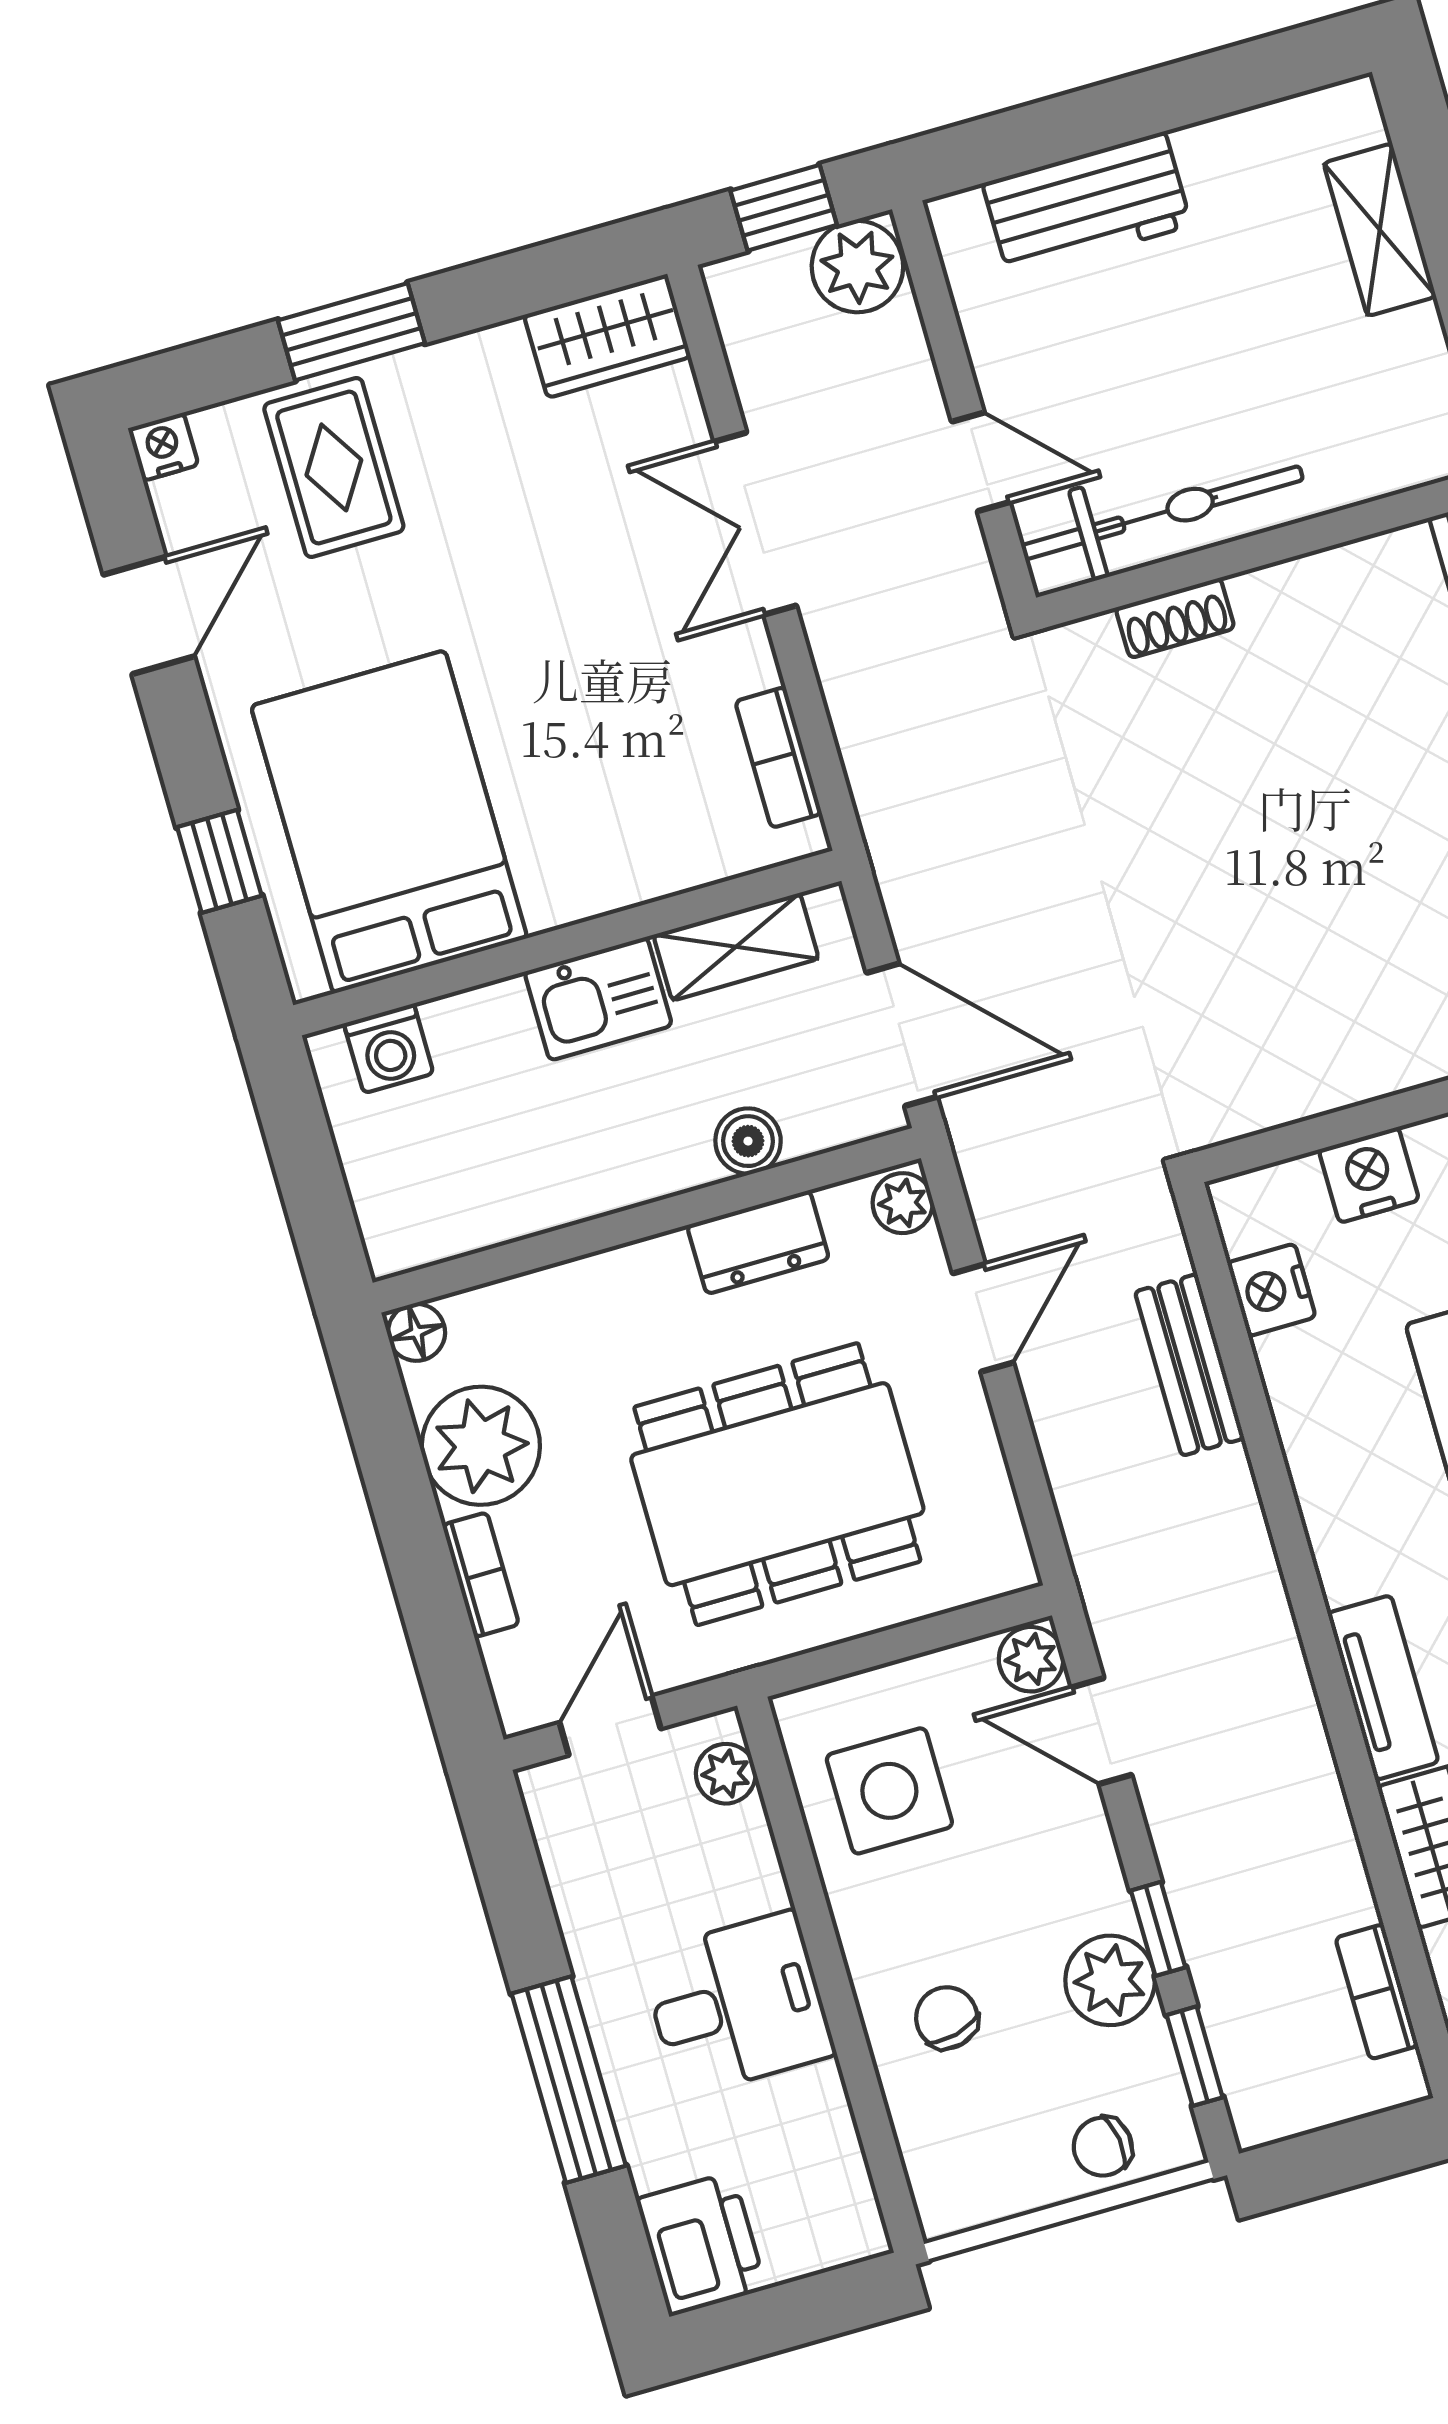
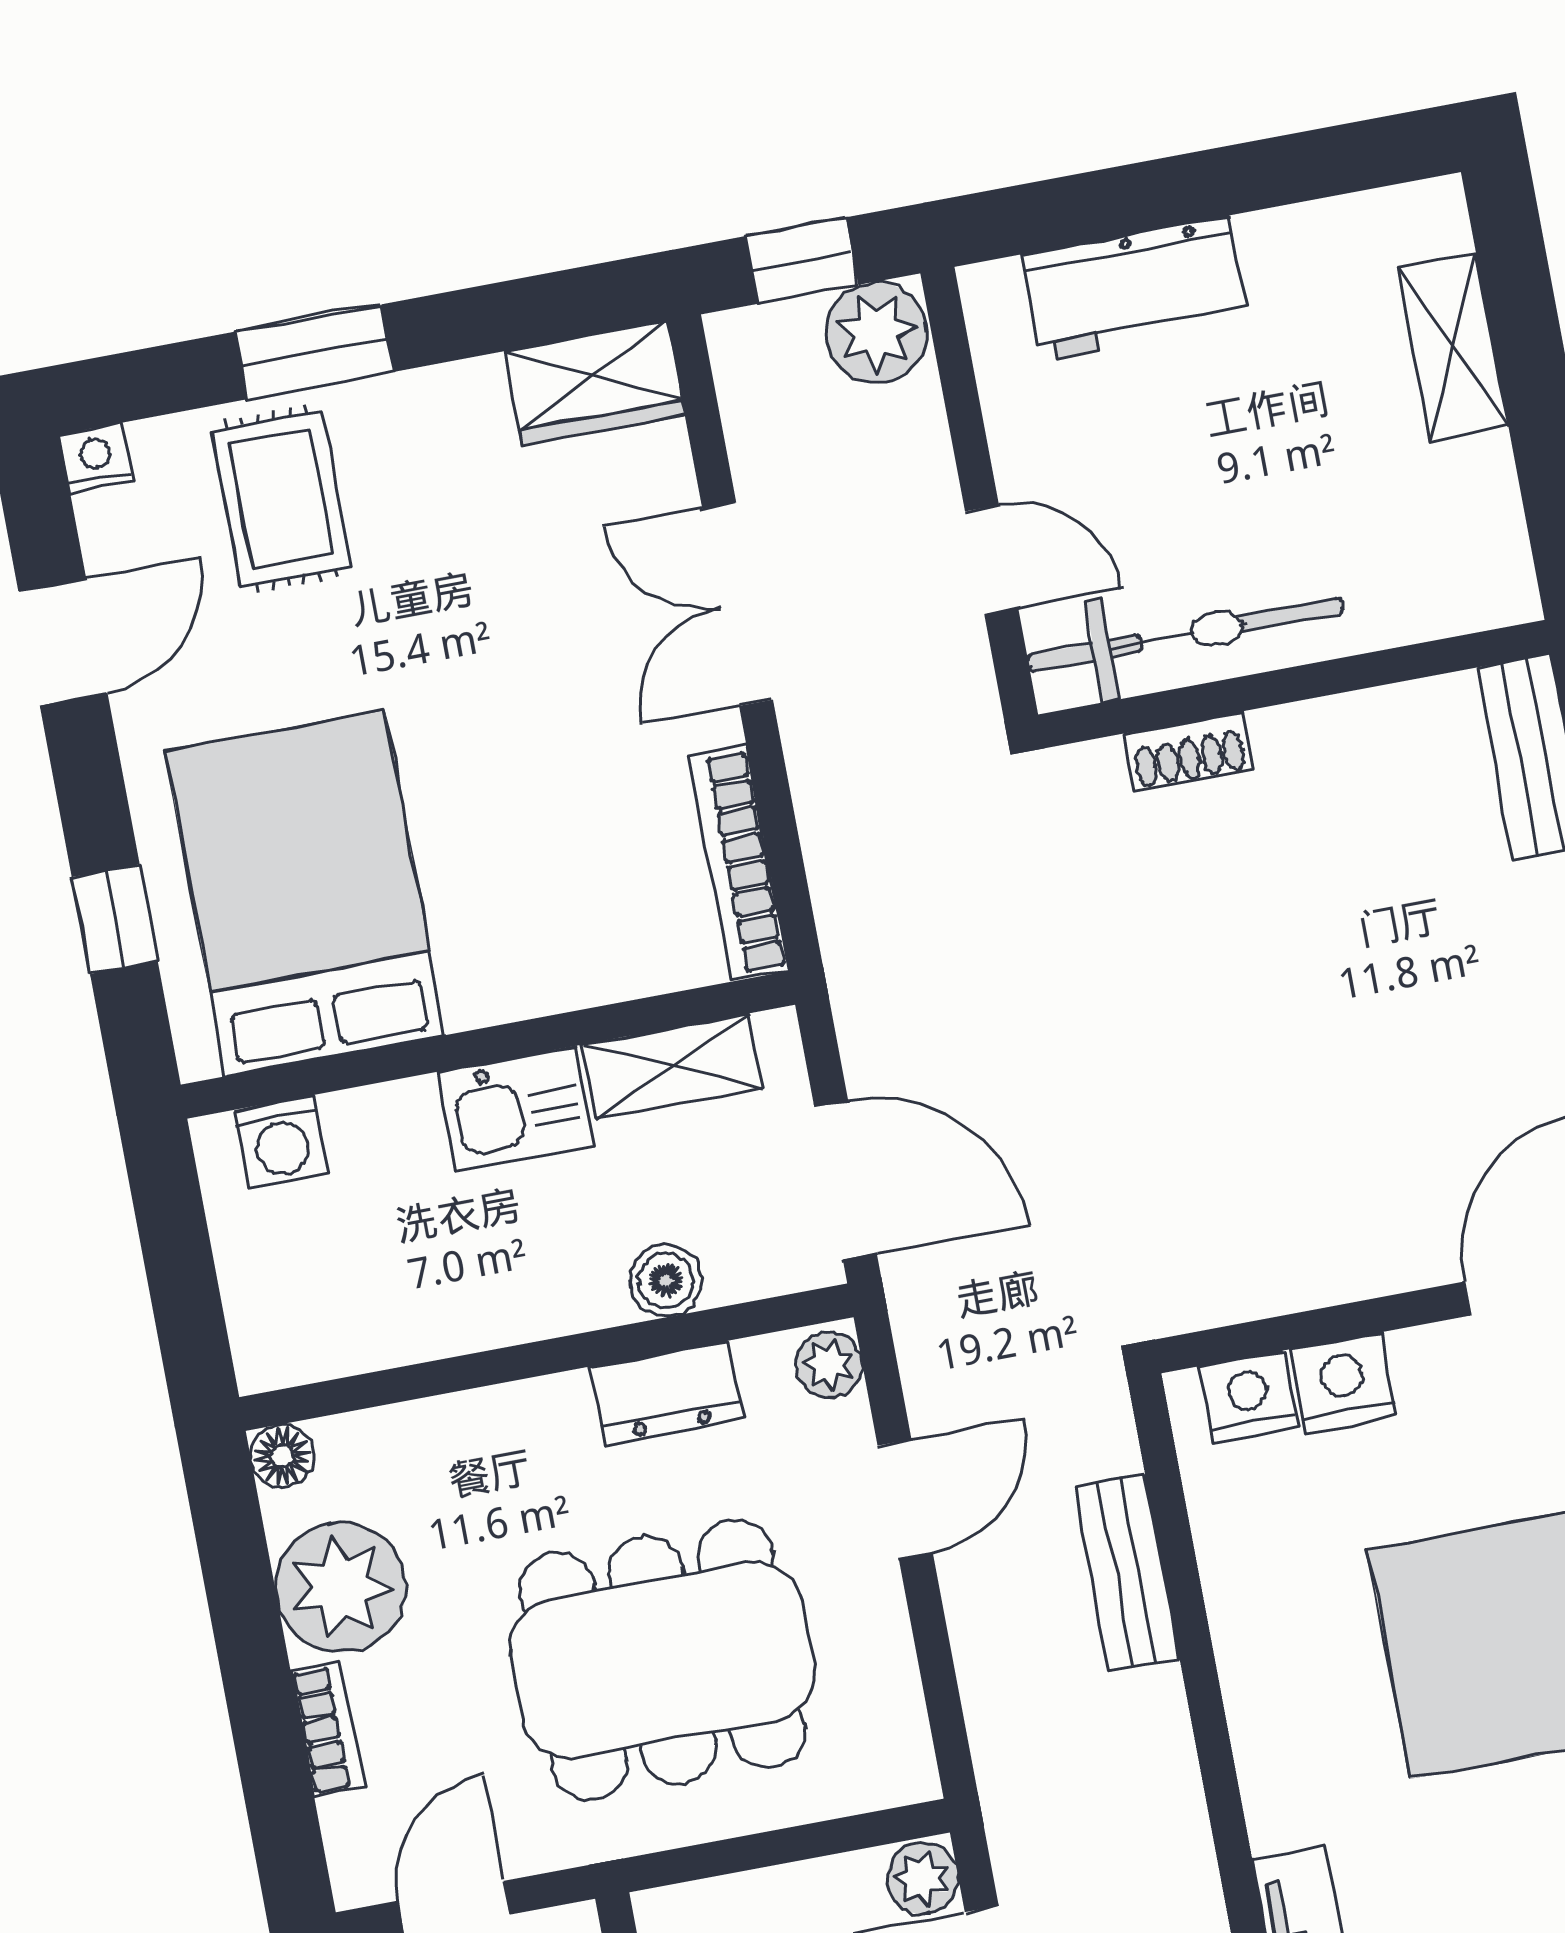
bookcase: (778, 757) -> (739, 863), width x1.56
nightstand: (1271, 1290) -> (1249, 1397), moved, turned 90

